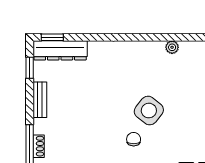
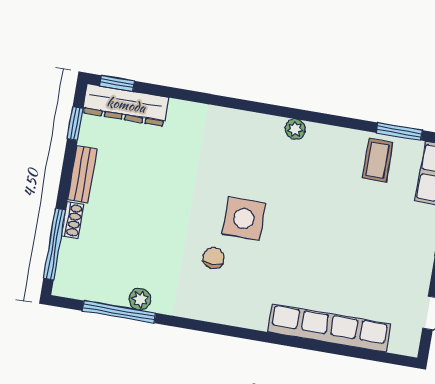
side table: (149, 111) -> (244, 219), turned -38
shoe rack: (39, 146) -> (72, 220), moved

